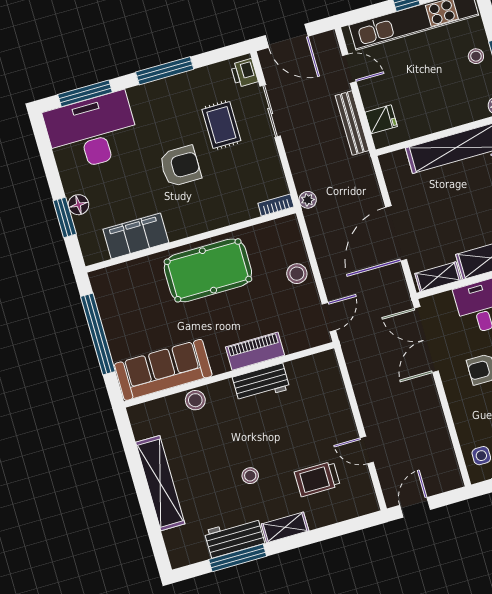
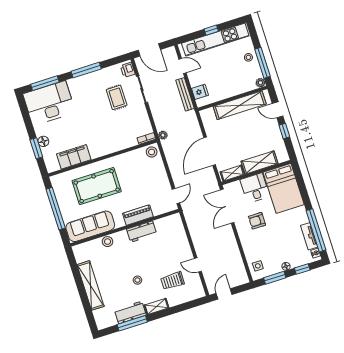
armchair: (180, 166) -> (96, 120), removed
pool table: (208, 270) -> (97, 186), moved
stool: (297, 274) -> (152, 152), moved

